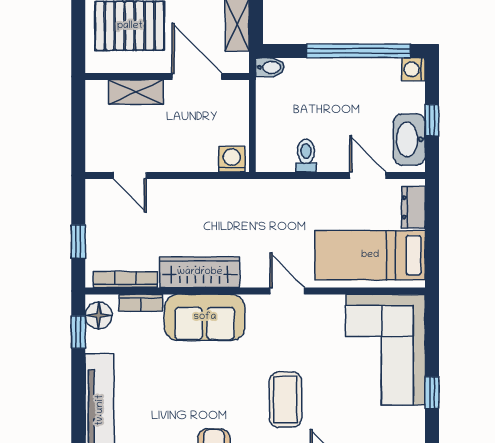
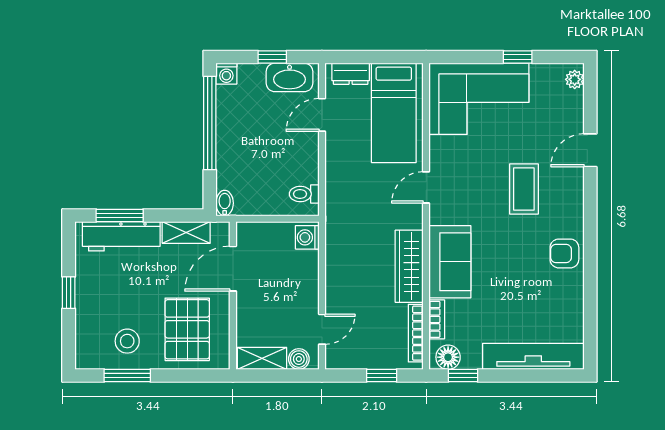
shelving: (136, 92) -> (262, 358), moved, turned 90
boiler: (97, 150) -> (299, 359), added
toilet: (306, 156) -> (304, 194), moved
coffee table: (285, 400) -> (524, 189), turned 90

